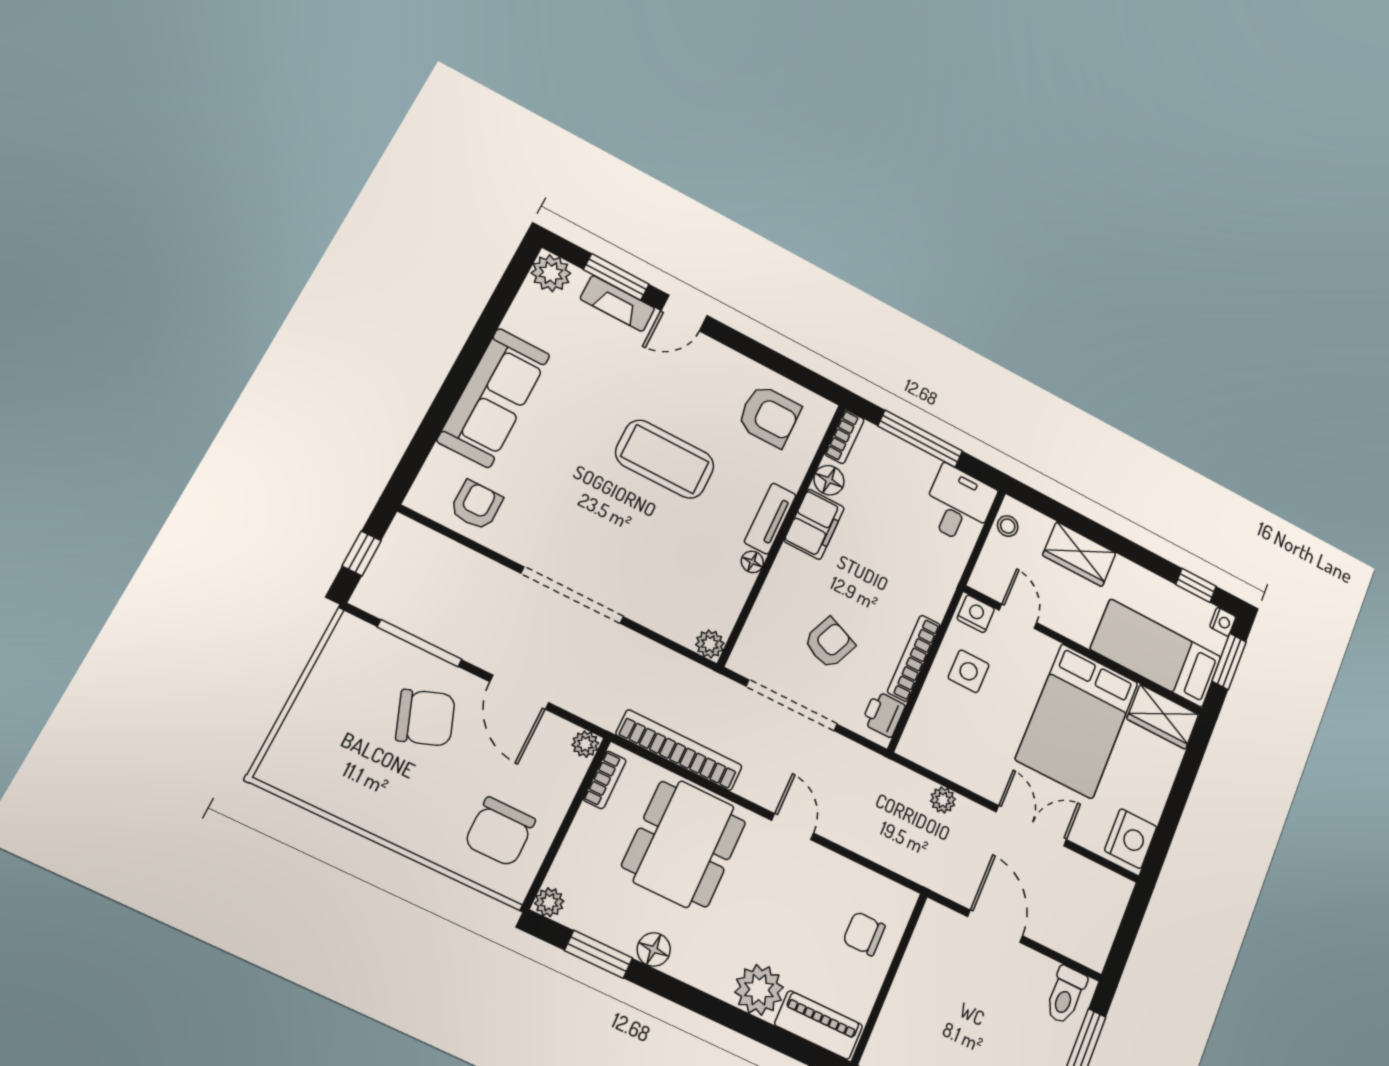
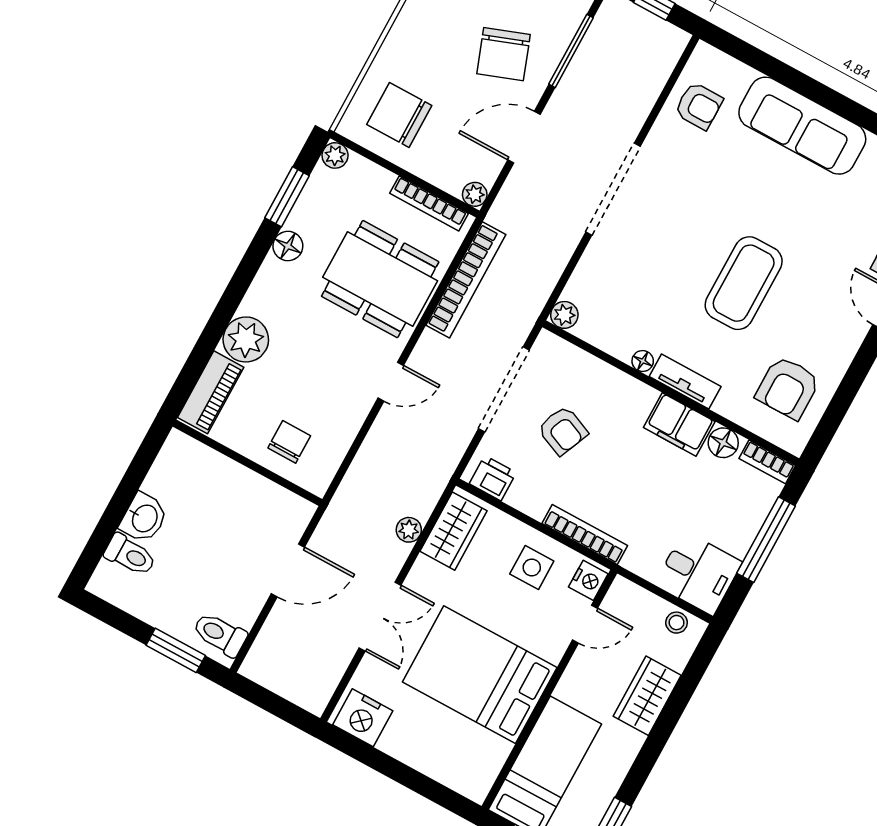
bookcase: (914, 658) -> (585, 534), moved
wardrobe: (1163, 717) -> (454, 531), moved, turned 180
bookcase: (605, 780) -> (429, 203), width x1.56

